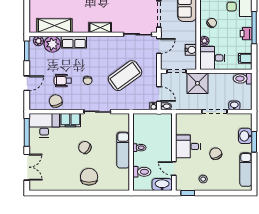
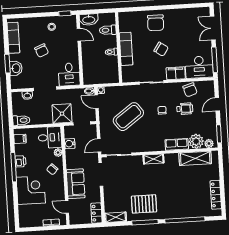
desk: (188, 146) -> (69, 74), moved, turned 90

